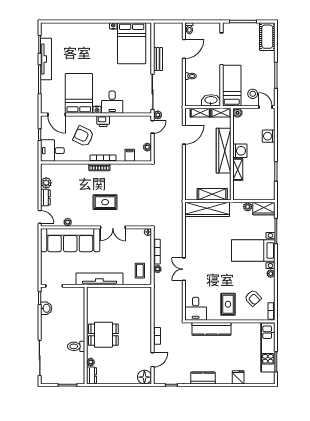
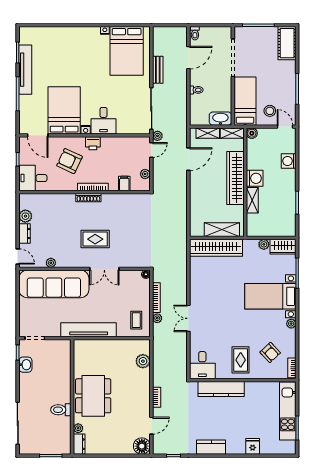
plant: (145, 305) -> (143, 361), added
dining table: (103, 335) -> (93, 396), width x1.38

